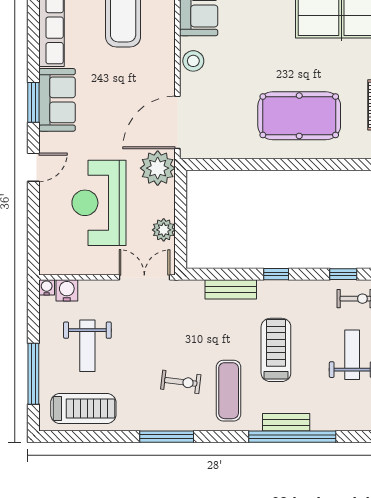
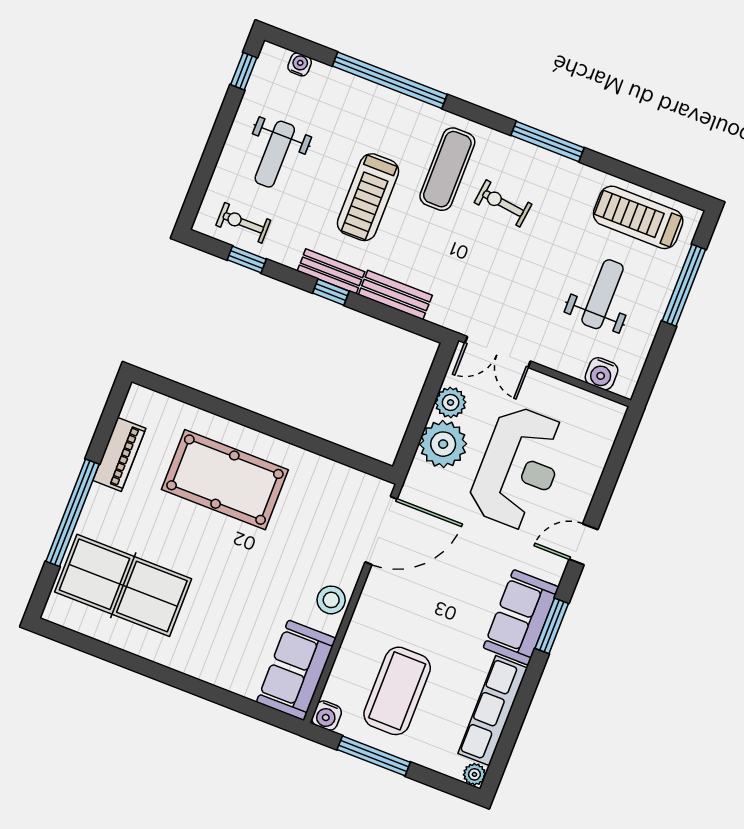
plant: (158, 168) -> (443, 444), moved
water cooler: (47, 287) -> (300, 64), moved, turned 180
bench: (286, 422) -> (331, 271), moved

